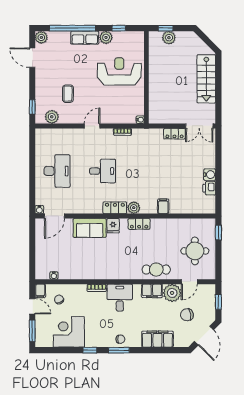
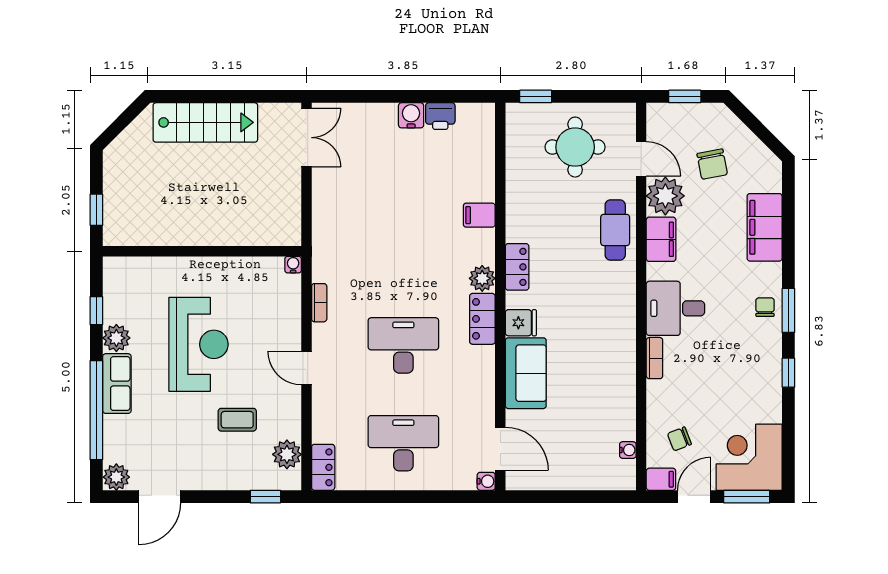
plant: (169, 38) -> (117, 203), removed
reception desk: (119, 71) -> (198, 344), moved, turned 180
locker: (174, 134) -> (323, 467), moved
desk: (103, 171) -> (403, 345), width x1.37
corner desk: (69, 332) -> (749, 457), moved, turned 90
door: (204, 336) -> (757, 127), removed

